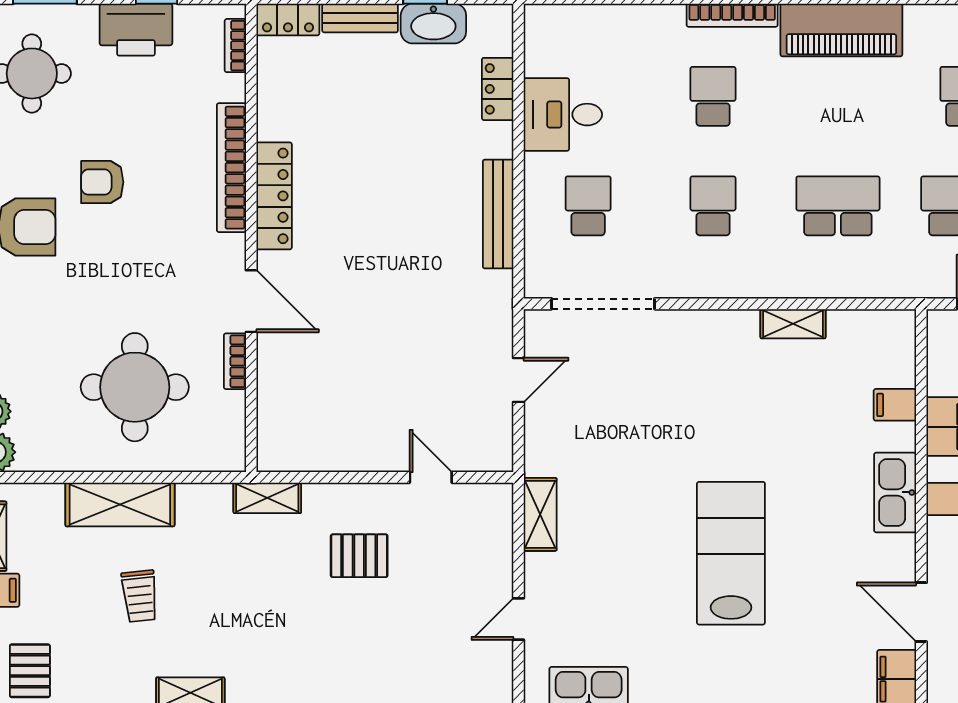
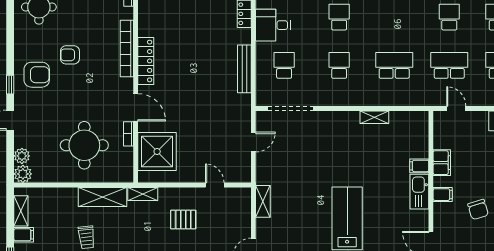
shower: (300, 401) -> (157, 151), added
filing cabinet: (895, 405) -> (419, 166), moved
shelving: (120, 504) -> (102, 197), moved

